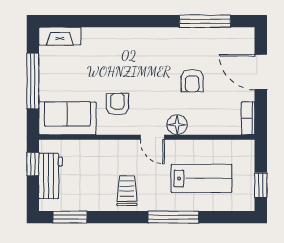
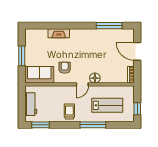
fireplace: (60, 36) -> (59, 33), moved
window: (33, 81) -> (22, 56), width x0.69
armchair: (192, 81) -> (103, 56), removed
door: (152, 137) -> (82, 84), hinge flipped
window: (33, 164) -> (22, 98), removed

